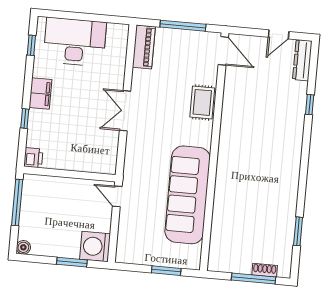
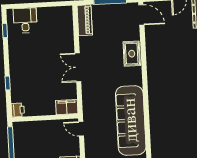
desk: (75, 42) -> (25, 20), width x0.53, depth x0.77
filing cabinet: (41, 94) -> (67, 107), moved, turned -90

